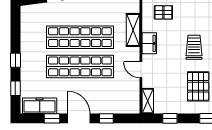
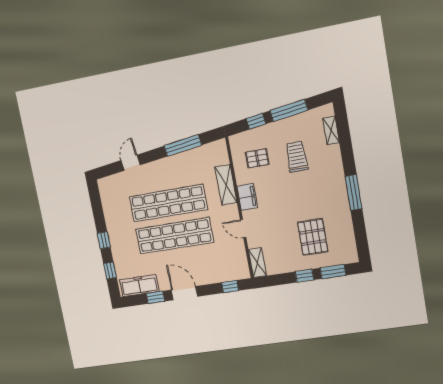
trolley: (194, 47) -> (297, 157), moved
window: (106, 118) -> (230, 287), moved
window: (170, 118) -> (305, 276), moved

